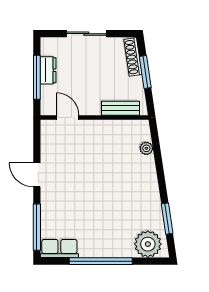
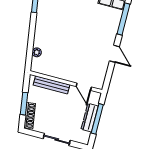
dresser: (48, 70) -> (90, 118), width x1.44
bench: (120, 108) -> (52, 85), width x1.36

